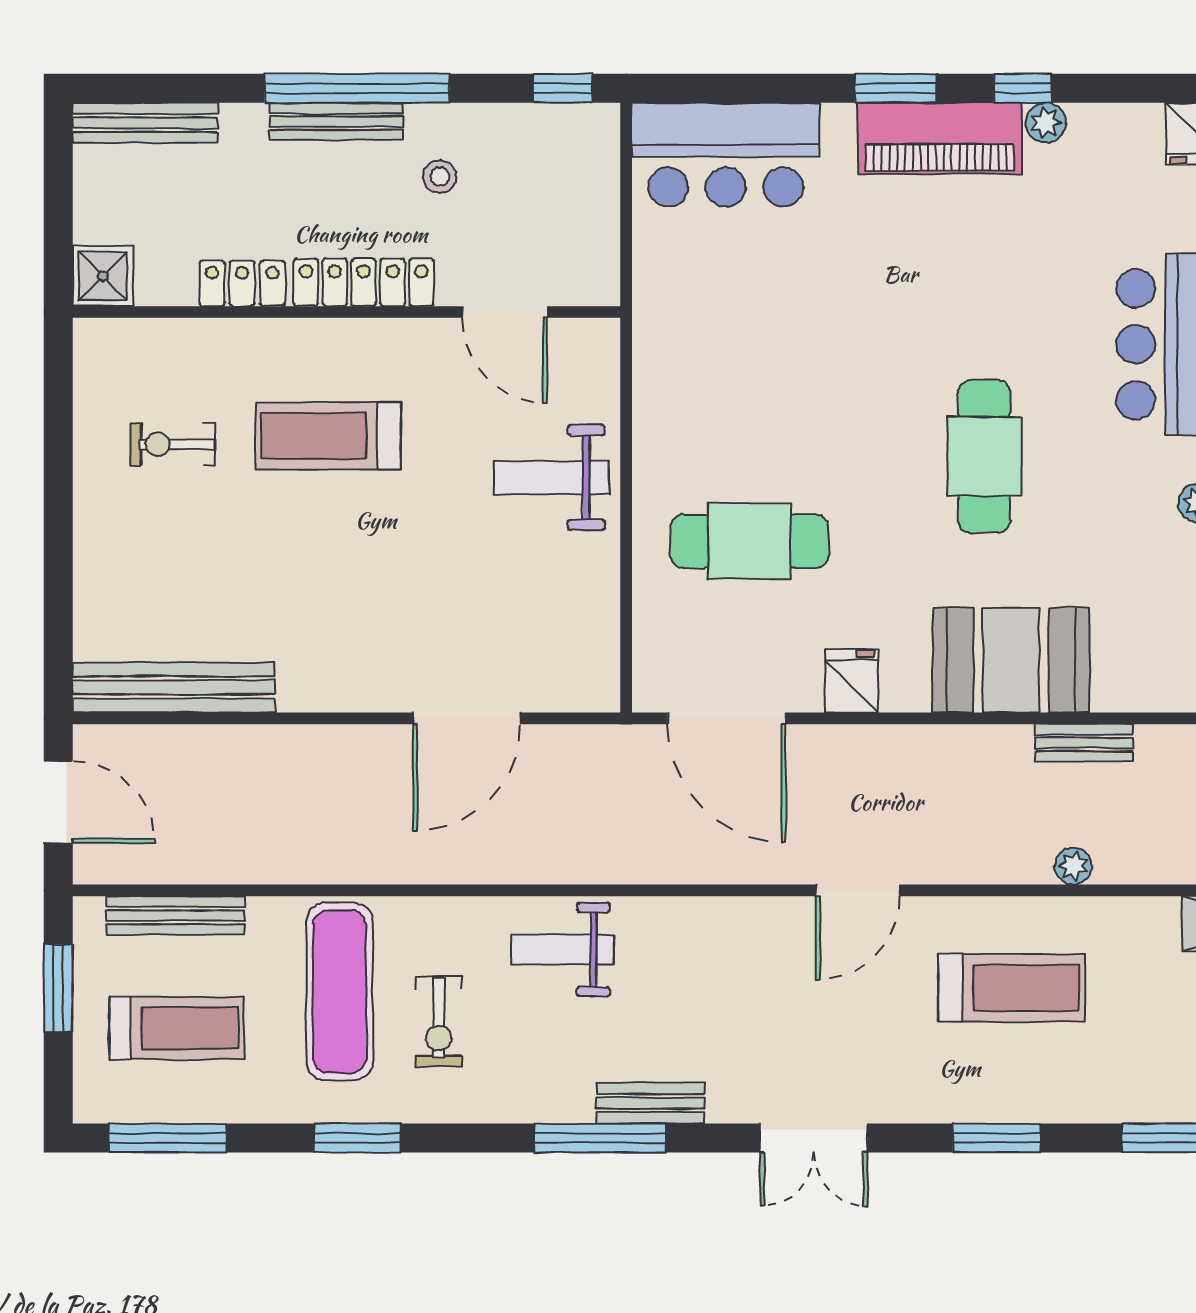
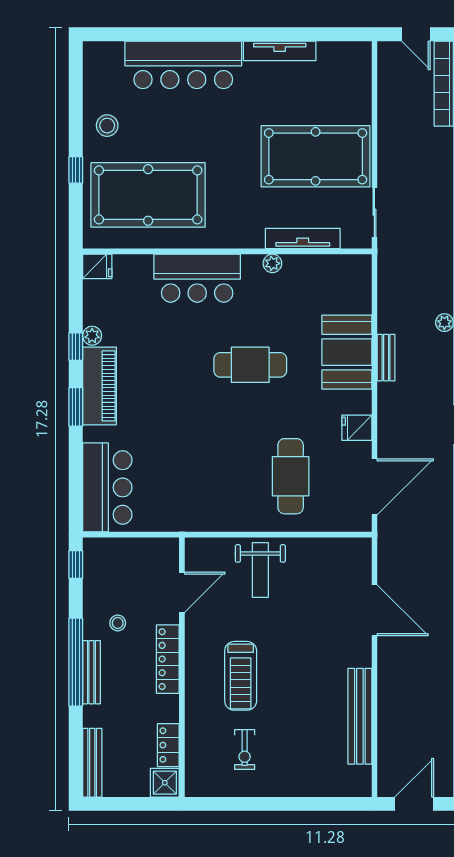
locker: (242, 283) -> (168, 745), moved
bench: (174, 687) -> (360, 716), moved
bench: (1084, 743) -> (386, 358), moved

